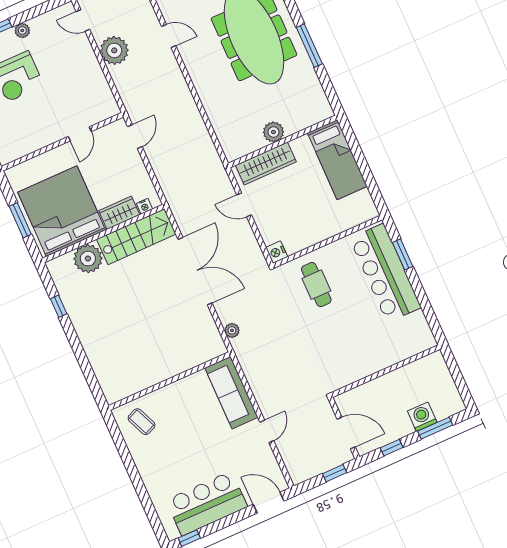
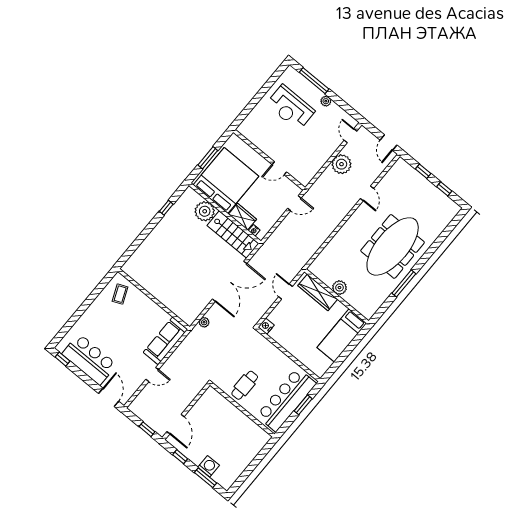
cafe table: (316, 285) -> (245, 385), moved
wall: (385, 371) -> (242, 410), moved

